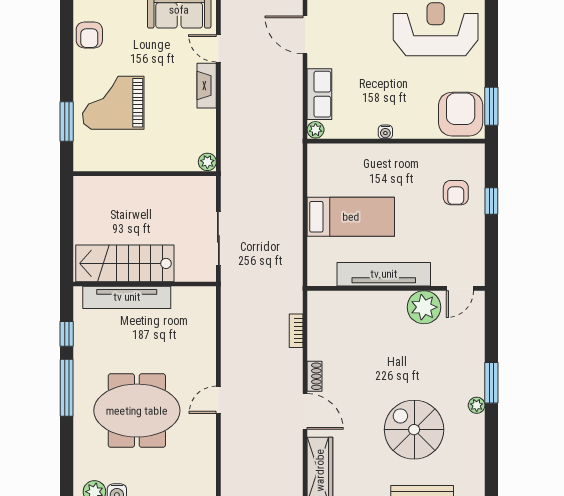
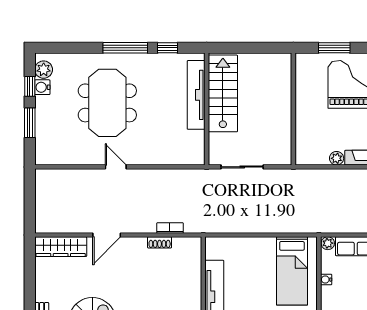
water cooler: (385, 132) -> (326, 280), moved
plant: (207, 162) -> (337, 158), moved
bed: (351, 217) -> (292, 271), moved
shoe rack: (314, 376) -> (160, 242), moved

